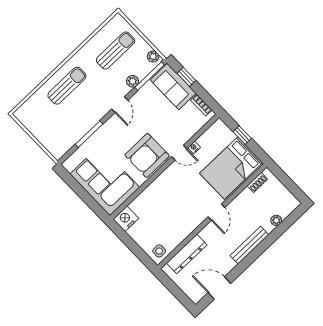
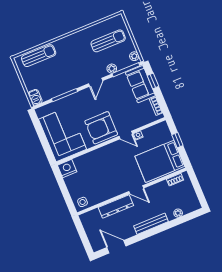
sun lounger: (67, 86) -> (39, 56), moved
barbecue: (56, 150) -> (35, 97), added
door: (216, 212) -> (136, 190), hinge flipped
dresser: (187, 254) -> (116, 206), moved

